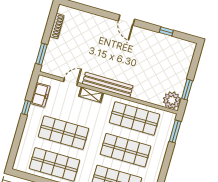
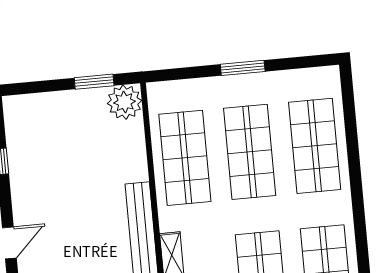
window: (175, 131) -> (243, 68), moved

